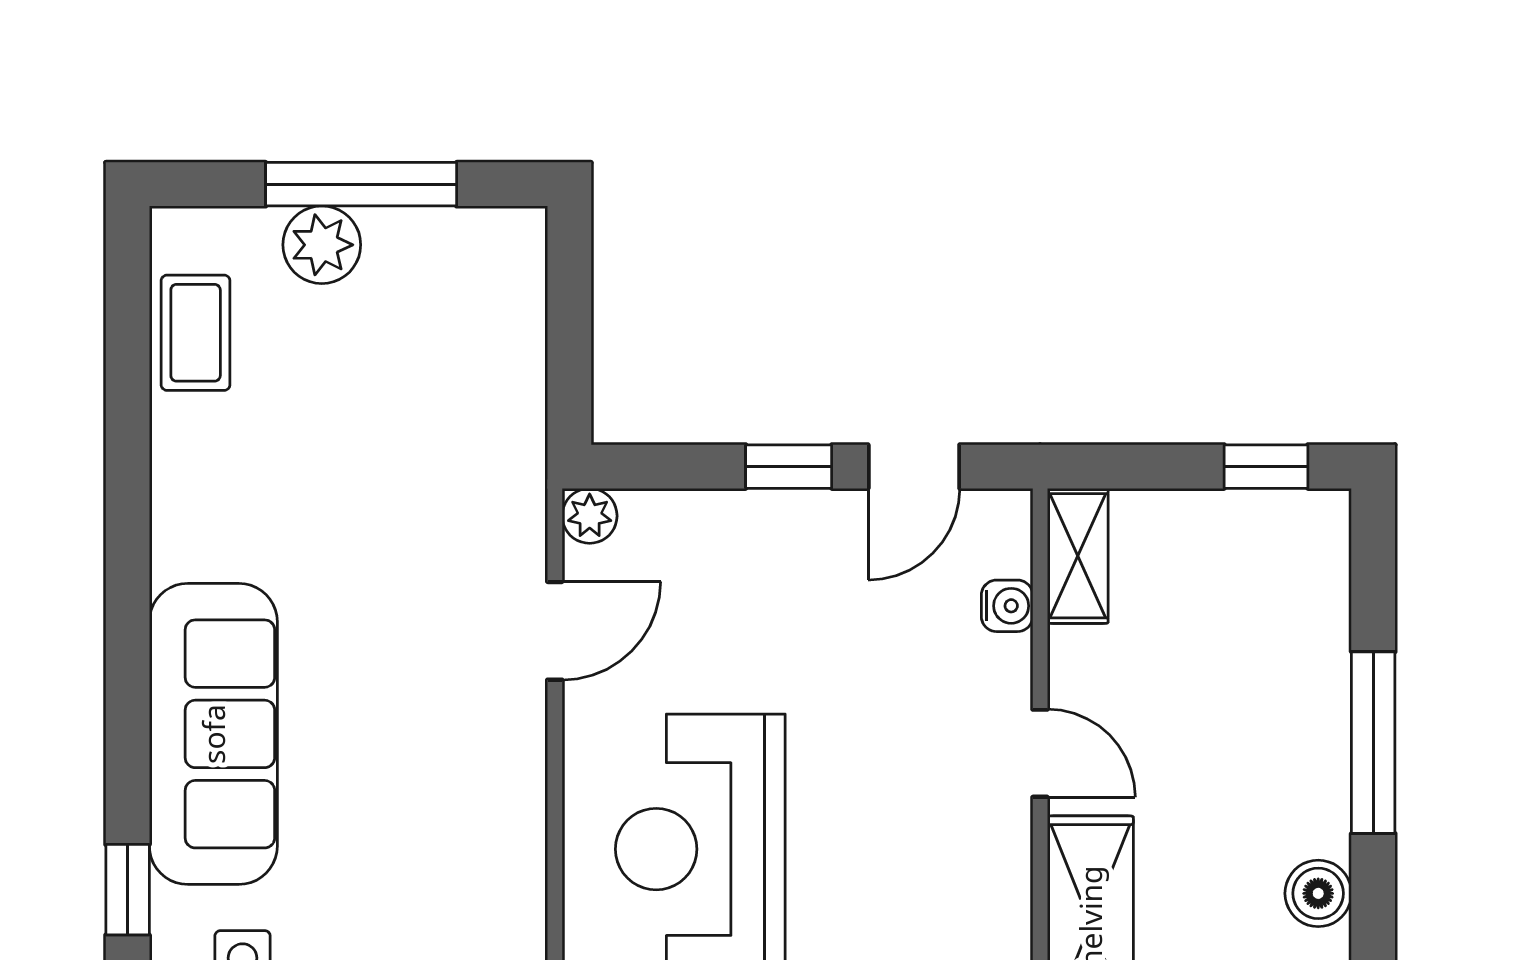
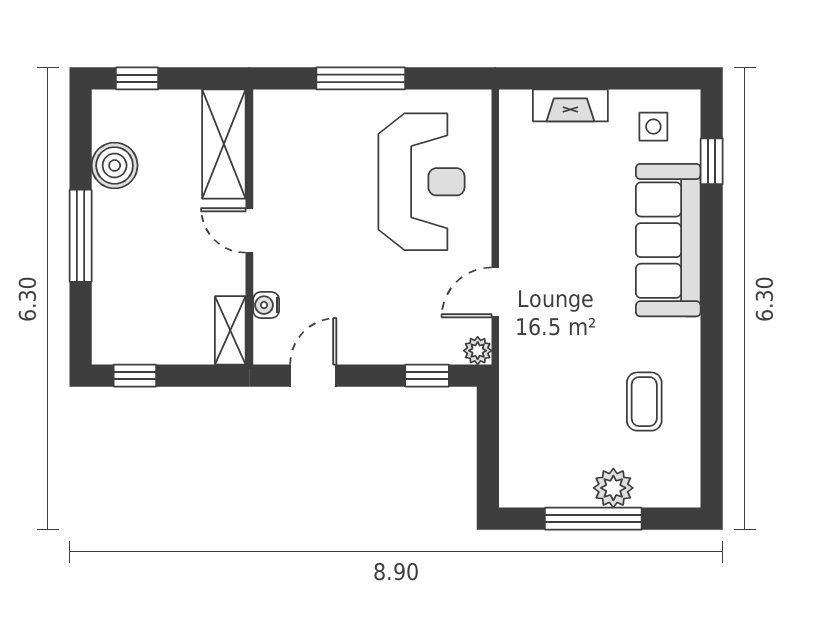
coffee table: (196, 333) -> (644, 402), moved
window: (789, 467) -> (427, 376), moved
boiler: (1318, 893) -> (115, 165), width x1.36, depth x1.36

